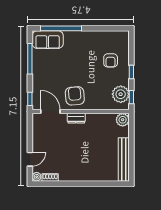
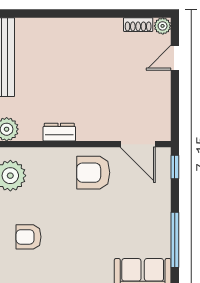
armchair: (111, 60) -> (28, 237), turned -90
armchair: (75, 96) -> (93, 173), turned 95
dresser: (76, 118) -> (59, 132), moved

